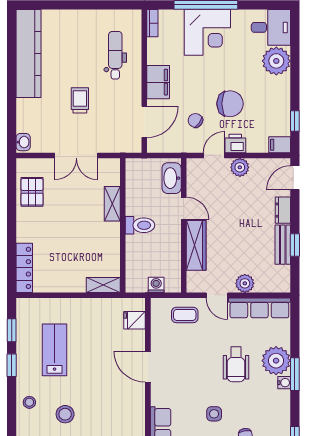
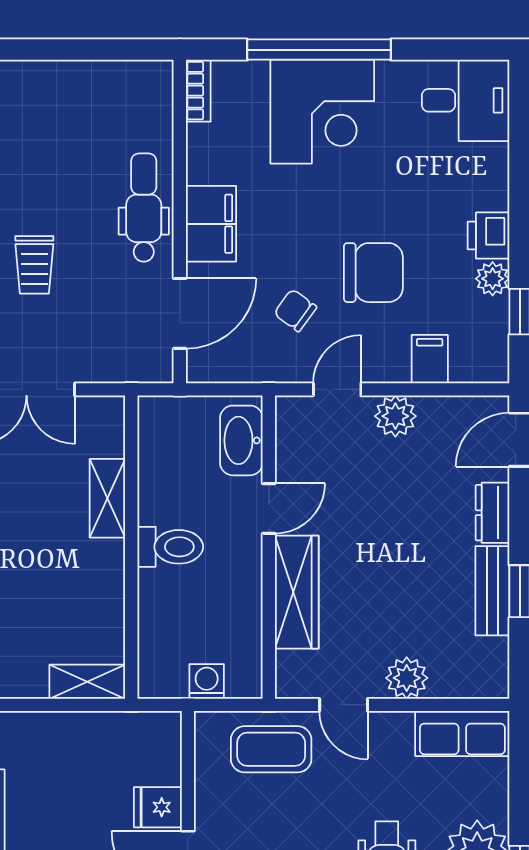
dental chair: (115, 55) -> (144, 208), moved
plant: (276, 61) -> (493, 279), moved, width x0.53, depth x0.53
trolley: (80, 100) -> (34, 265), turned 180
printer: (235, 144) -> (489, 235), moved, turned -90
filing cabinet: (280, 145) -> (430, 359), moved, turned 90
door: (184, 208) -> (269, 508), hinge flipped
row of seats: (259, 308) -> (462, 734), width x0.68
coffee table: (185, 315) -> (271, 749), width x1.36, depth x1.30
fridge: (135, 320) -> (158, 807), moved

